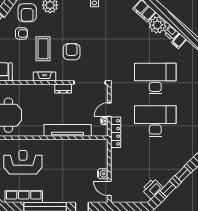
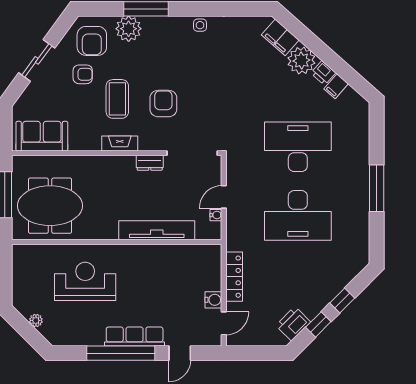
desk: (155, 121) -> (298, 215), turned 180
locker: (116, 132) -> (234, 277), moved
door: (109, 188) -> (224, 323), swing flipped
row of seats: (24, 197) -> (135, 336), moved

